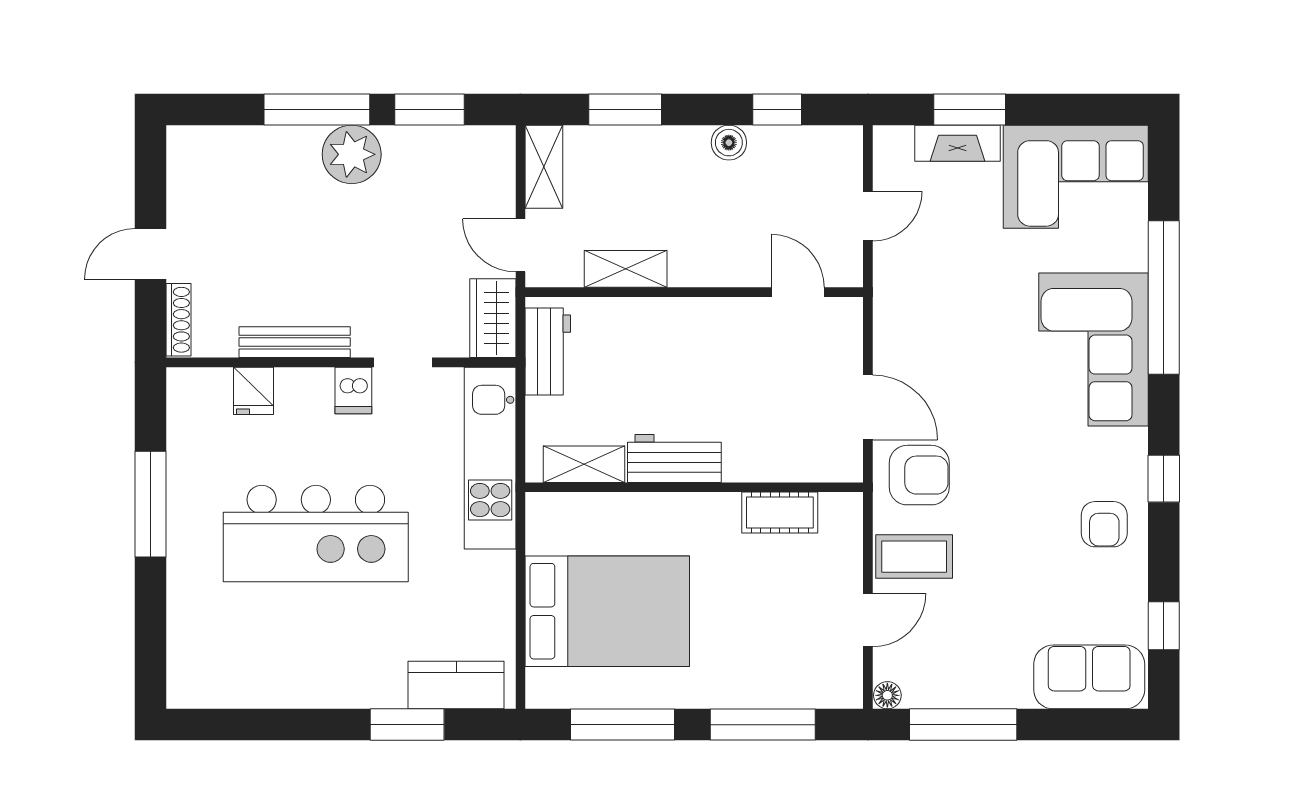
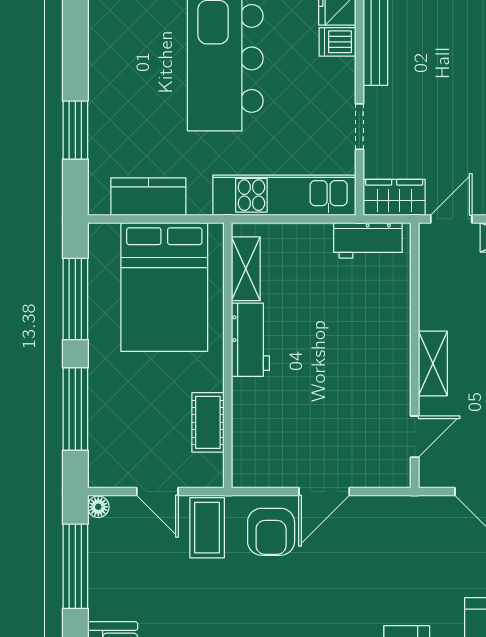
shelving: (626, 269) -> (433, 363), moved
dishwasher: (353, 390) -> (337, 42), moved
workbench: (674, 458) -> (250, 340), moved
shelving: (584, 464) -> (246, 269), moved
wall: (694, 487) -> (228, 355), moved
cot: (780, 513) -> (208, 422), moved
kitchen counter: (456, 685) -> (148, 197), moved, turned -90

